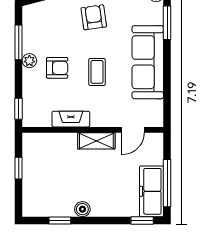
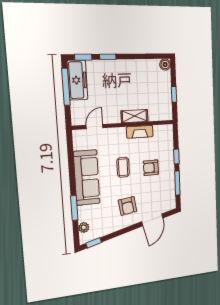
plant: (29, 61) -> (170, 171), removed
window: (19, 109) -> (176, 157), moved
shelving: (96, 141) -> (135, 116), moved
boiler: (82, 209) -> (165, 64), moved
window: (60, 220) -> (108, 57), moved

